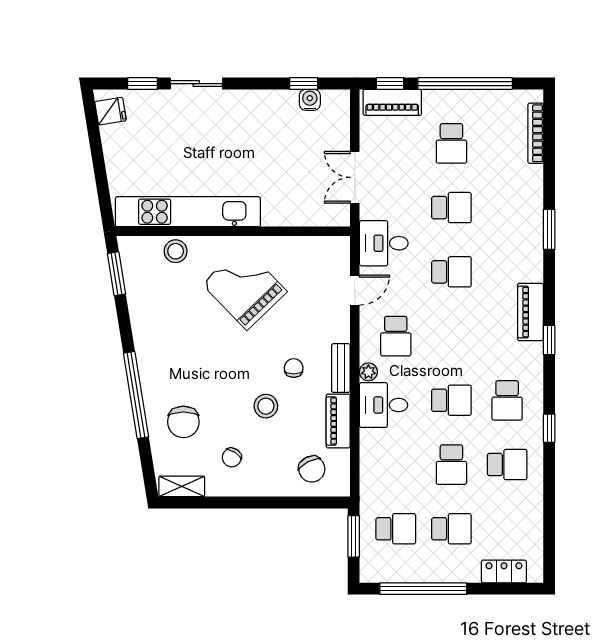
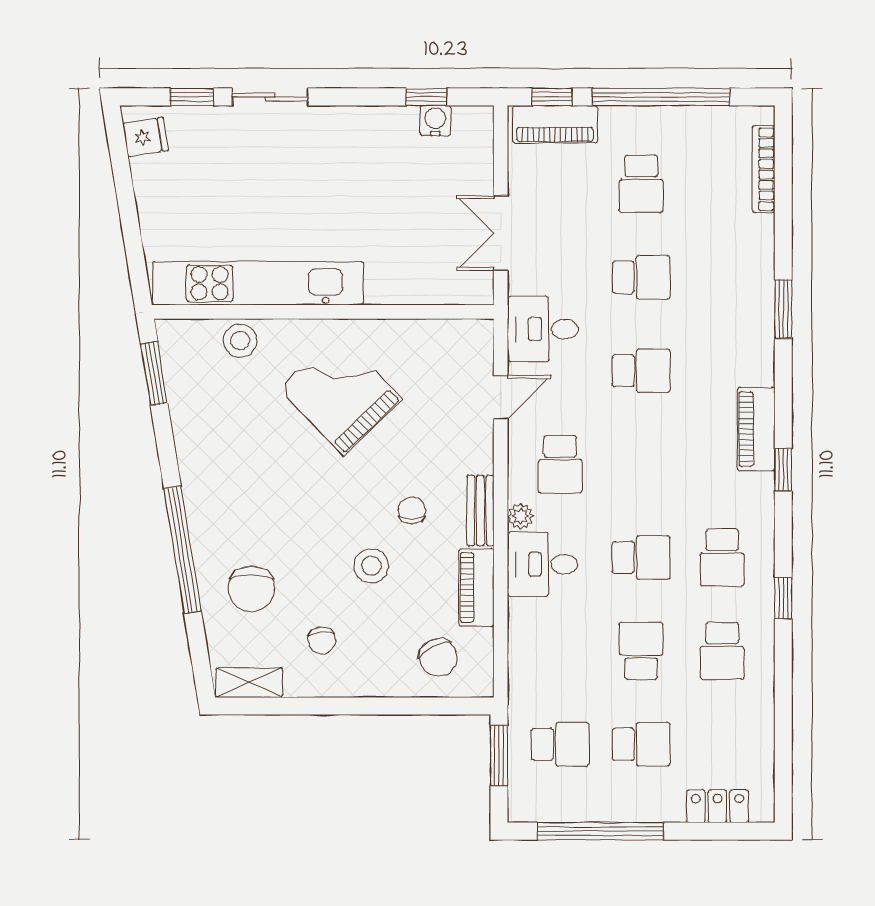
chair: (232, 457) -> (322, 641), turned -38
school desk: (451, 465) -> (641, 651), turned 180
school desk: (507, 465) -> (722, 651), turned 90

